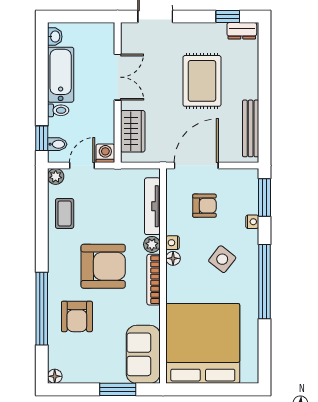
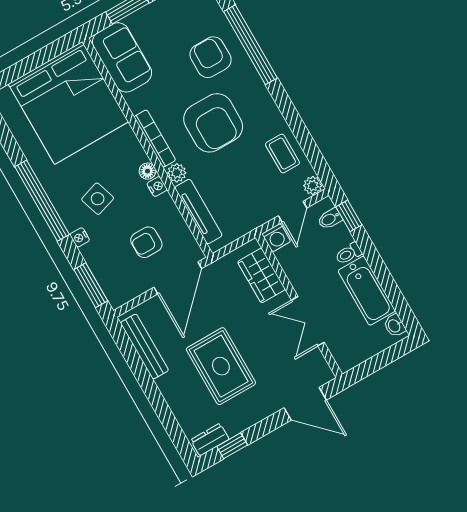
nightstand: (252, 222) -> (80, 237), moved
side table: (222, 259) -> (98, 199), turned 34
armchair: (103, 266) -> (213, 123), turned -90

